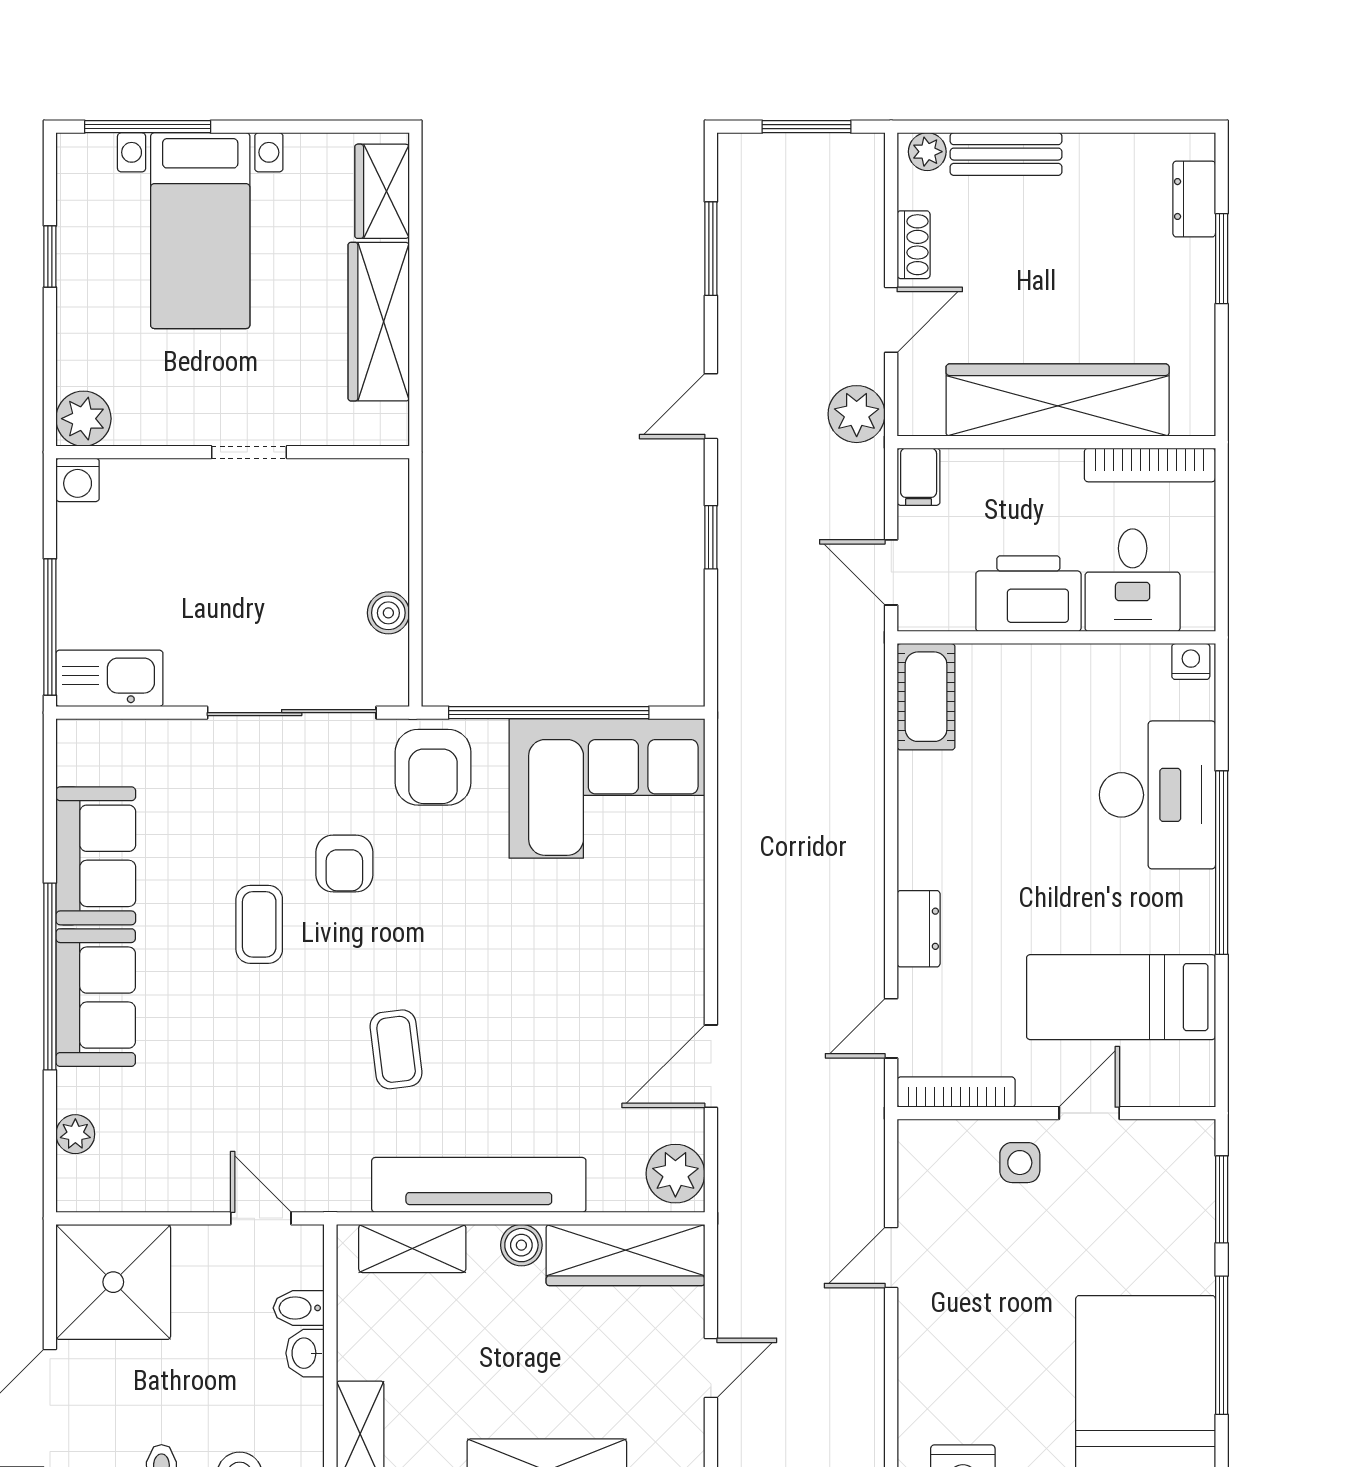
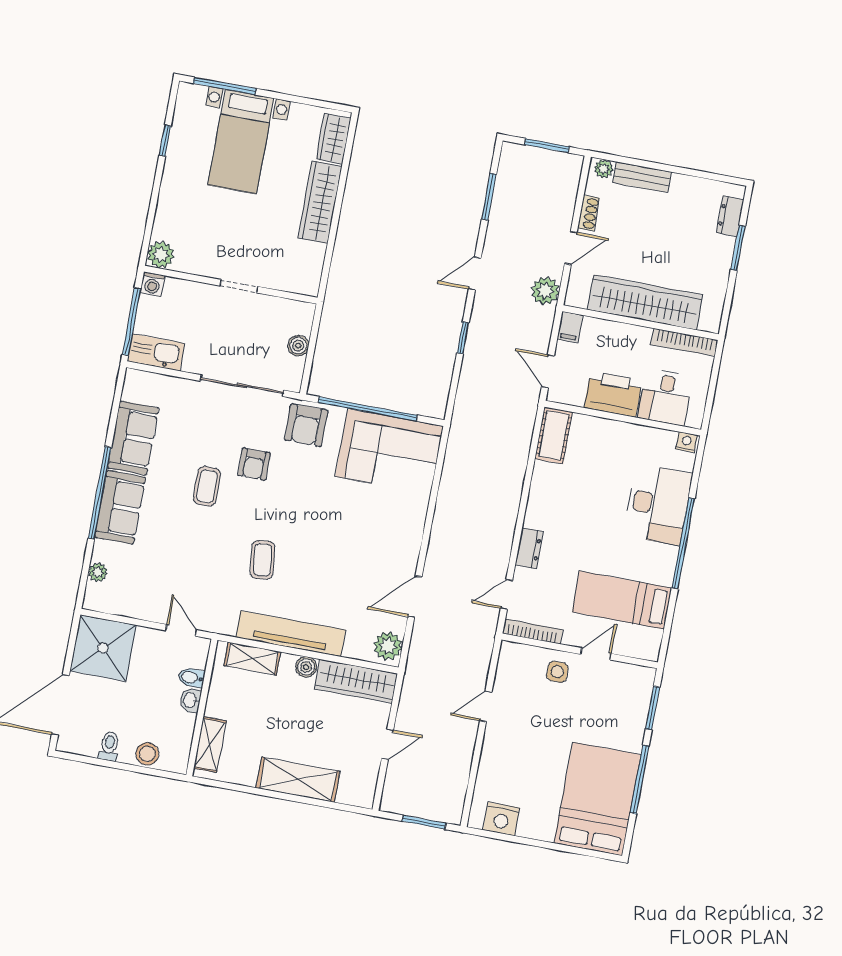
plant: (83, 419) -> (161, 255), moved
wall: (233, 452) -> (231, 285), moved
doorway: (249, 452) -> (239, 286), moved
washing machine: (78, 480) -> (152, 284), moved

